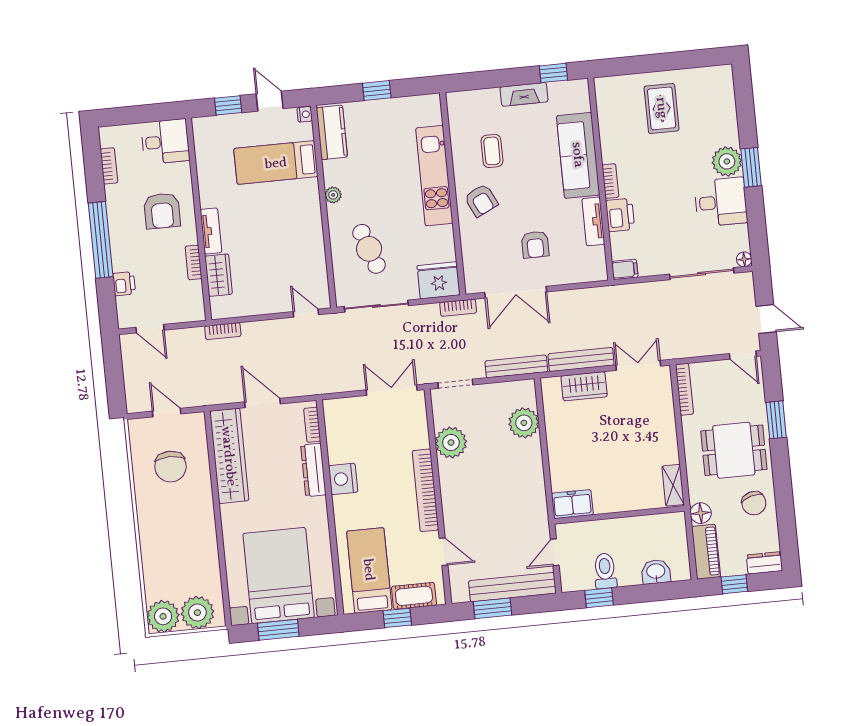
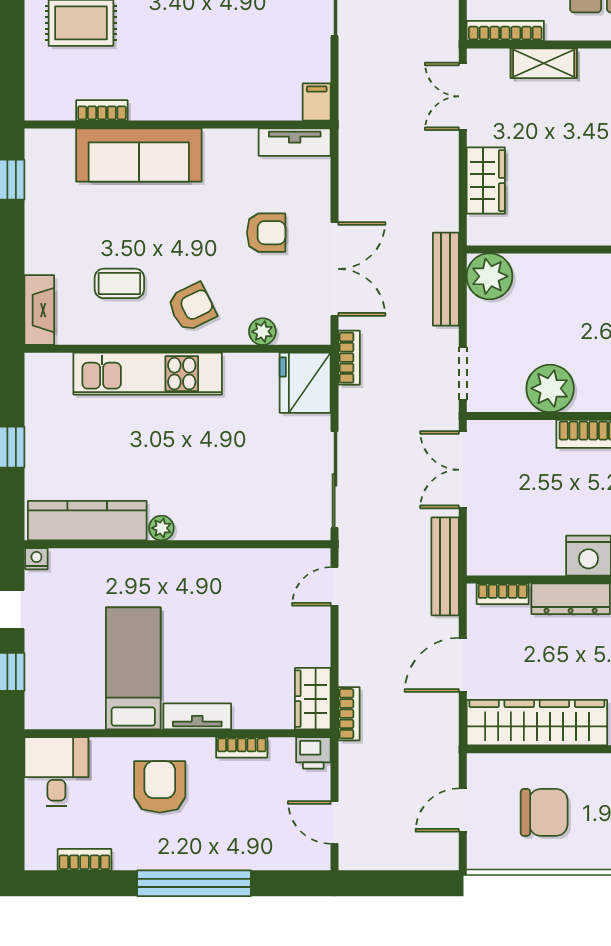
fireplace: (524, 94) -> (39, 310), moved
kitchen counter: (332, 132) -> (87, 521), width x1.50
bed: (276, 163) -> (133, 668), moved, turned 180
bookcase: (610, 181) -> (102, 110), moved
armchair: (162, 211) -> (160, 787), turned -90
printer: (620, 215) -> (234, 101), removed
tv unit: (593, 221) -> (295, 142), moved
cafe table: (369, 249) -> (248, 482), removed
plant: (470, 249) -> (262, 332), added
wardrobe: (219, 275) -> (313, 699), moved, turned -90
printer: (124, 284) -> (313, 753), moved, turned 180
door: (150, 329) -> (335, 822), swing flipped
bench: (581, 359) -> (445, 566), moved
shelving: (665, 417) -> (544, 63), added
plant: (524, 423) -> (489, 276), moved

